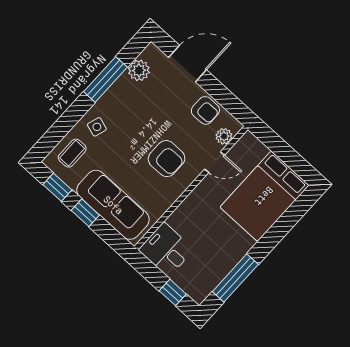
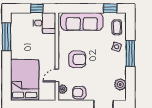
window: (105, 79) -> (130, 53), moved
armchair: (167, 159) -> (77, 59), turned 180
window: (85, 213) -> (90, 8), removed
window: (173, 292) -> (37, 8), moved

